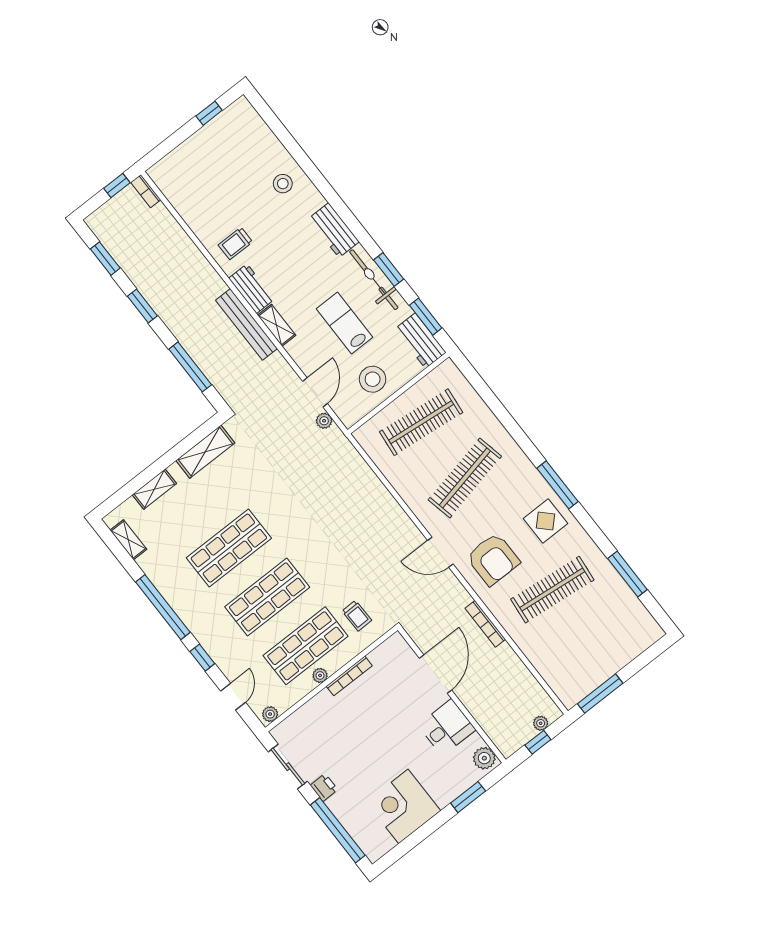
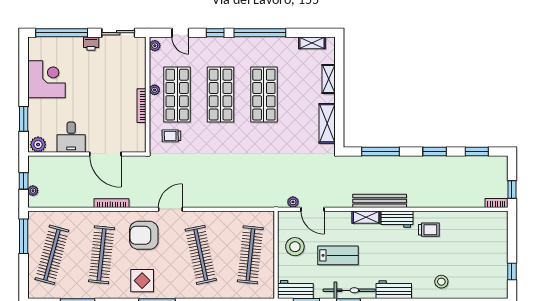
trolley: (235, 243) -> (429, 230), turned 90
clothes rail: (596, 645) -> (52, 255), added

